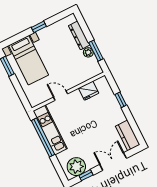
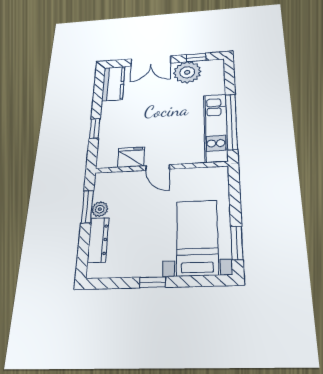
door: (61, 96) -> (158, 167), moved
plant: (76, 167) -> (187, 72), moved

